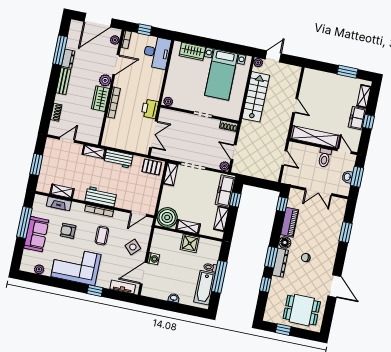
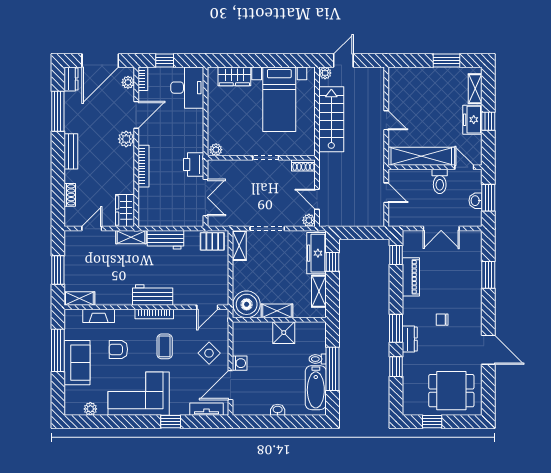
dresser: (68, 59) -> (71, 79), moved
wardrobe: (100, 99) -> (125, 210), moved
shelving: (62, 191) -> (79, 298), moved
floor lamp: (285, 242) -> (410, 305), removed
dresser: (280, 263) -> (410, 339), width x0.70

